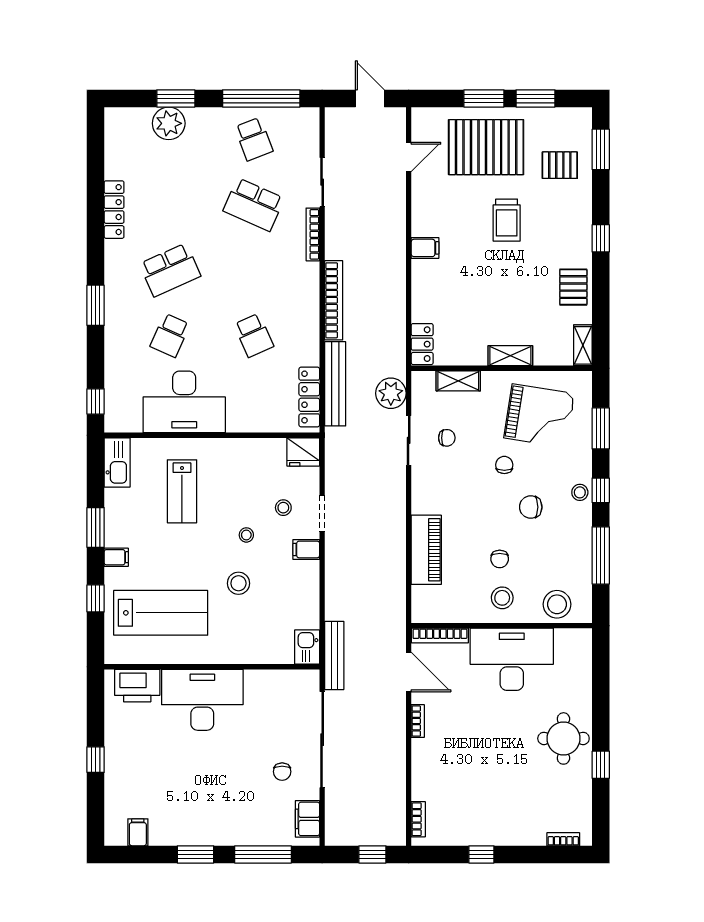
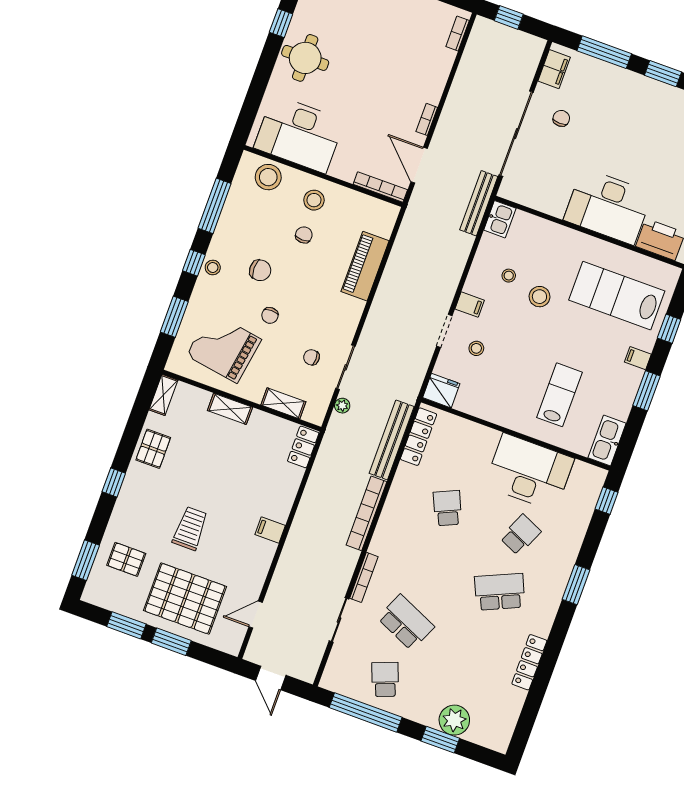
plant: (391, 393) -> (342, 406), width x0.53, depth x0.53
stool: (246, 535) -> (509, 276), moved
desk: (512, 659) -> (299, 134), moved

